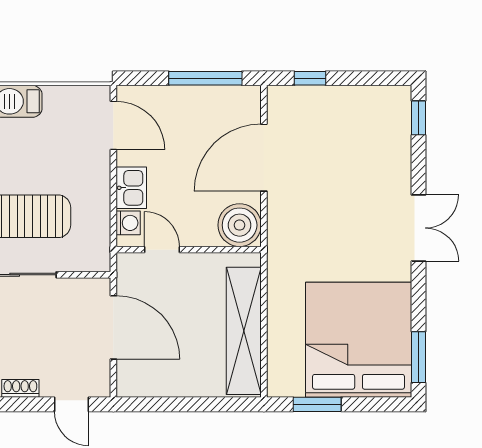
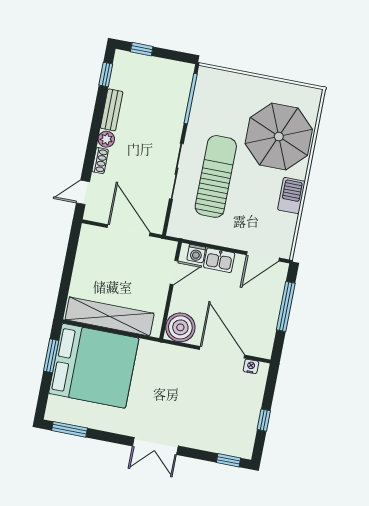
window: (205, 78) -> (286, 307), moved
window: (310, 78) -> (264, 420), moved
nightstand: (276, 112) -> (251, 366), added
door: (113, 327) -> (129, 230), swing flipped
bed: (359, 340) -> (94, 366), moved

